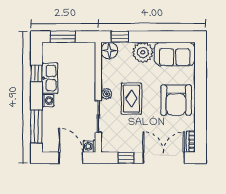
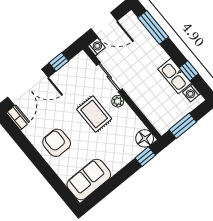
window: (63, 37) -> (183, 126), moved
plant: (143, 52) -> (116, 159), removed
armchair: (176, 100) -> (57, 143), width x0.73, depth x0.73
washing machine: (48, 101) -> (191, 93), moved

